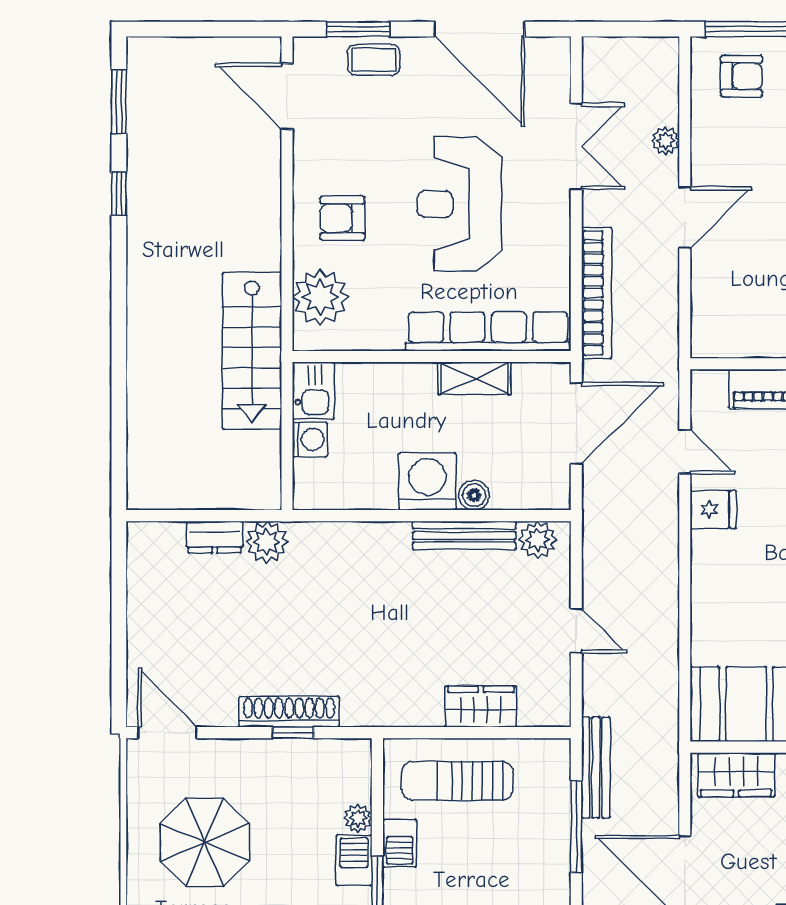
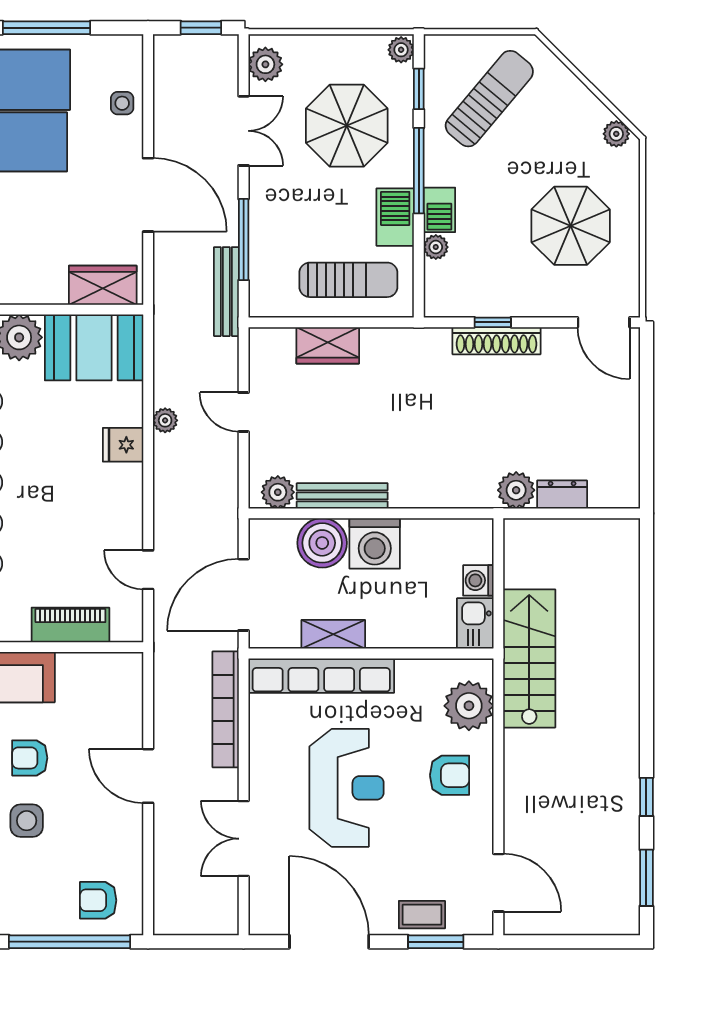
plant: (665, 141) -> (165, 420), moved
door: (685, 217) -> (148, 776), hinge flipped
boiler: (474, 495) -> (322, 543), width x1.86, depth x1.86
fridge: (713, 509) -> (123, 445), moved
barbecue: (400, 843) -> (395, 217), width x1.38, depth x1.27

